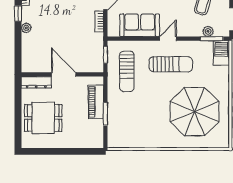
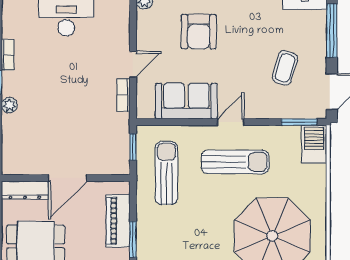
plant: (208, 31) -> (293, 111), removed
sun lounger: (127, 71) -> (166, 173), turned 180
door: (64, 74) -> (68, 178), swing flipped

